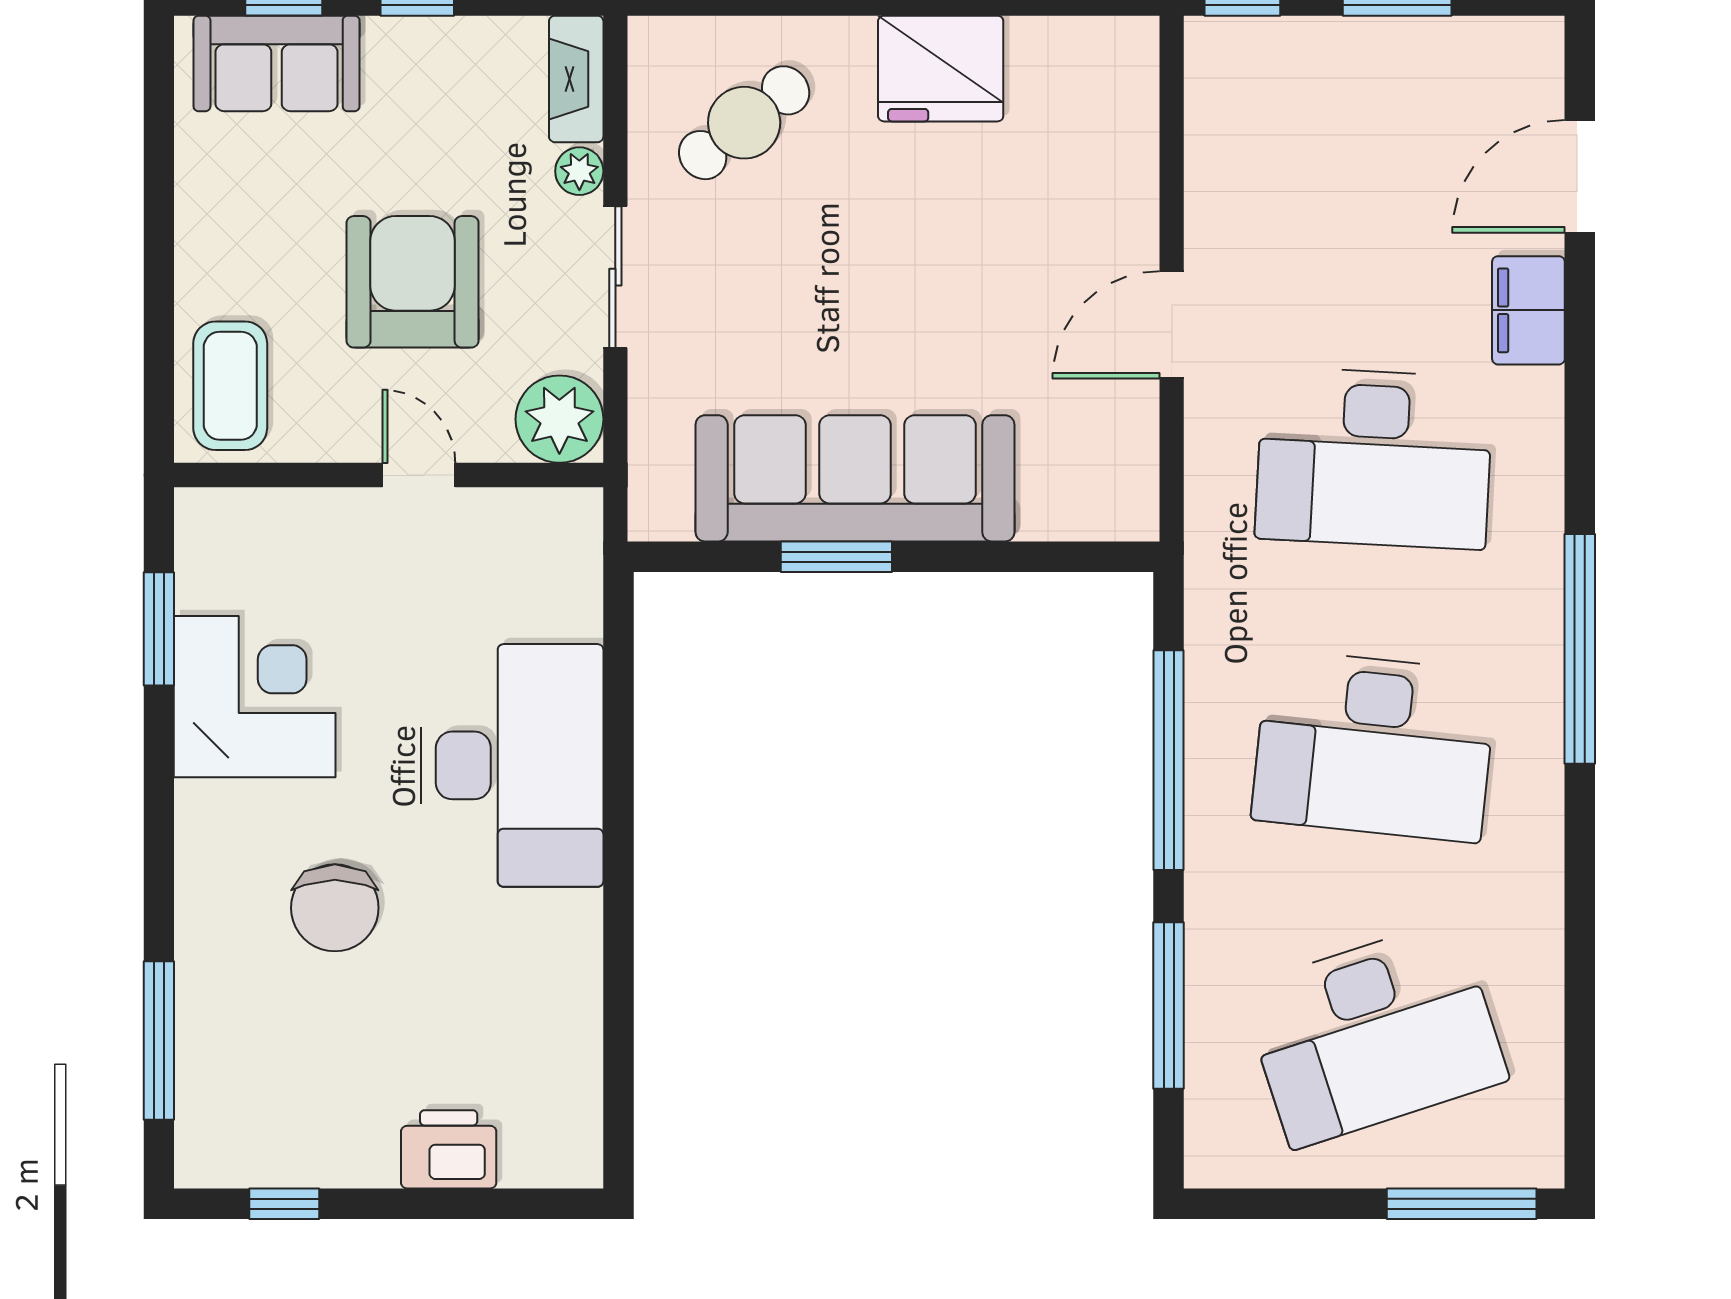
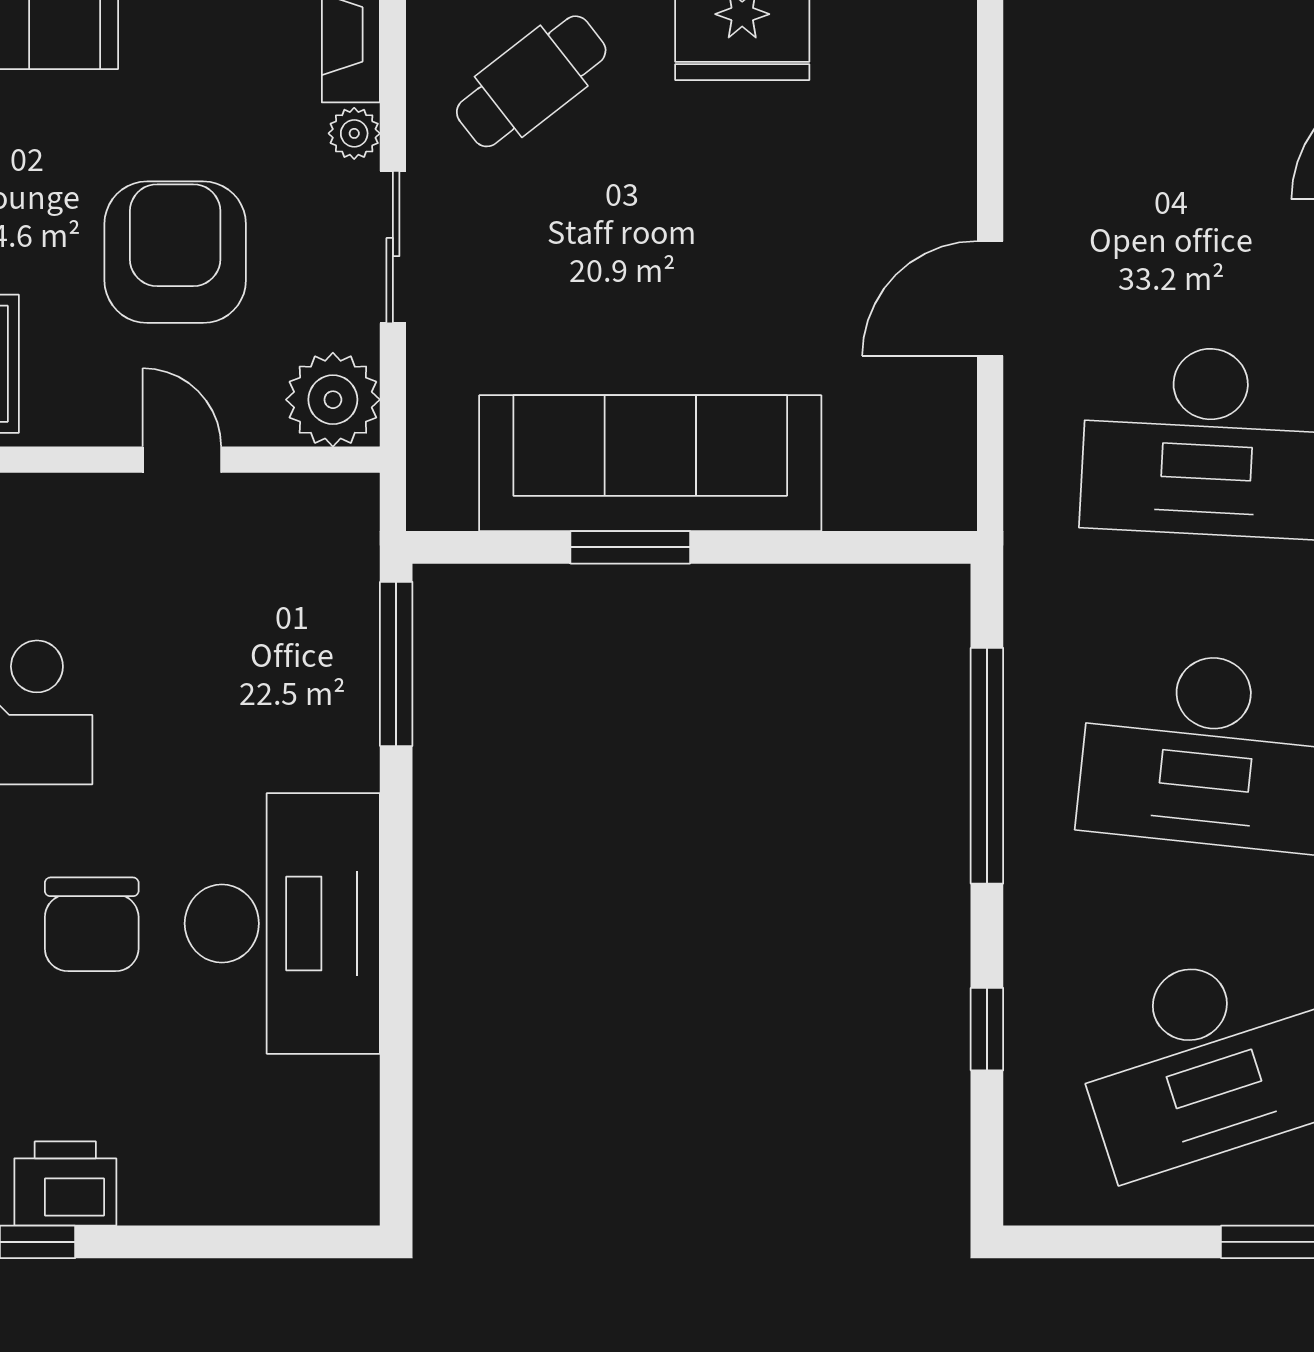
window: (618, 665) -> (396, 664), added
desk: (512, 765) -> (282, 923), moved
window: (1169, 1005) -> (987, 1029), width x0.46
printer: (449, 1149) -> (65, 1184), moved

